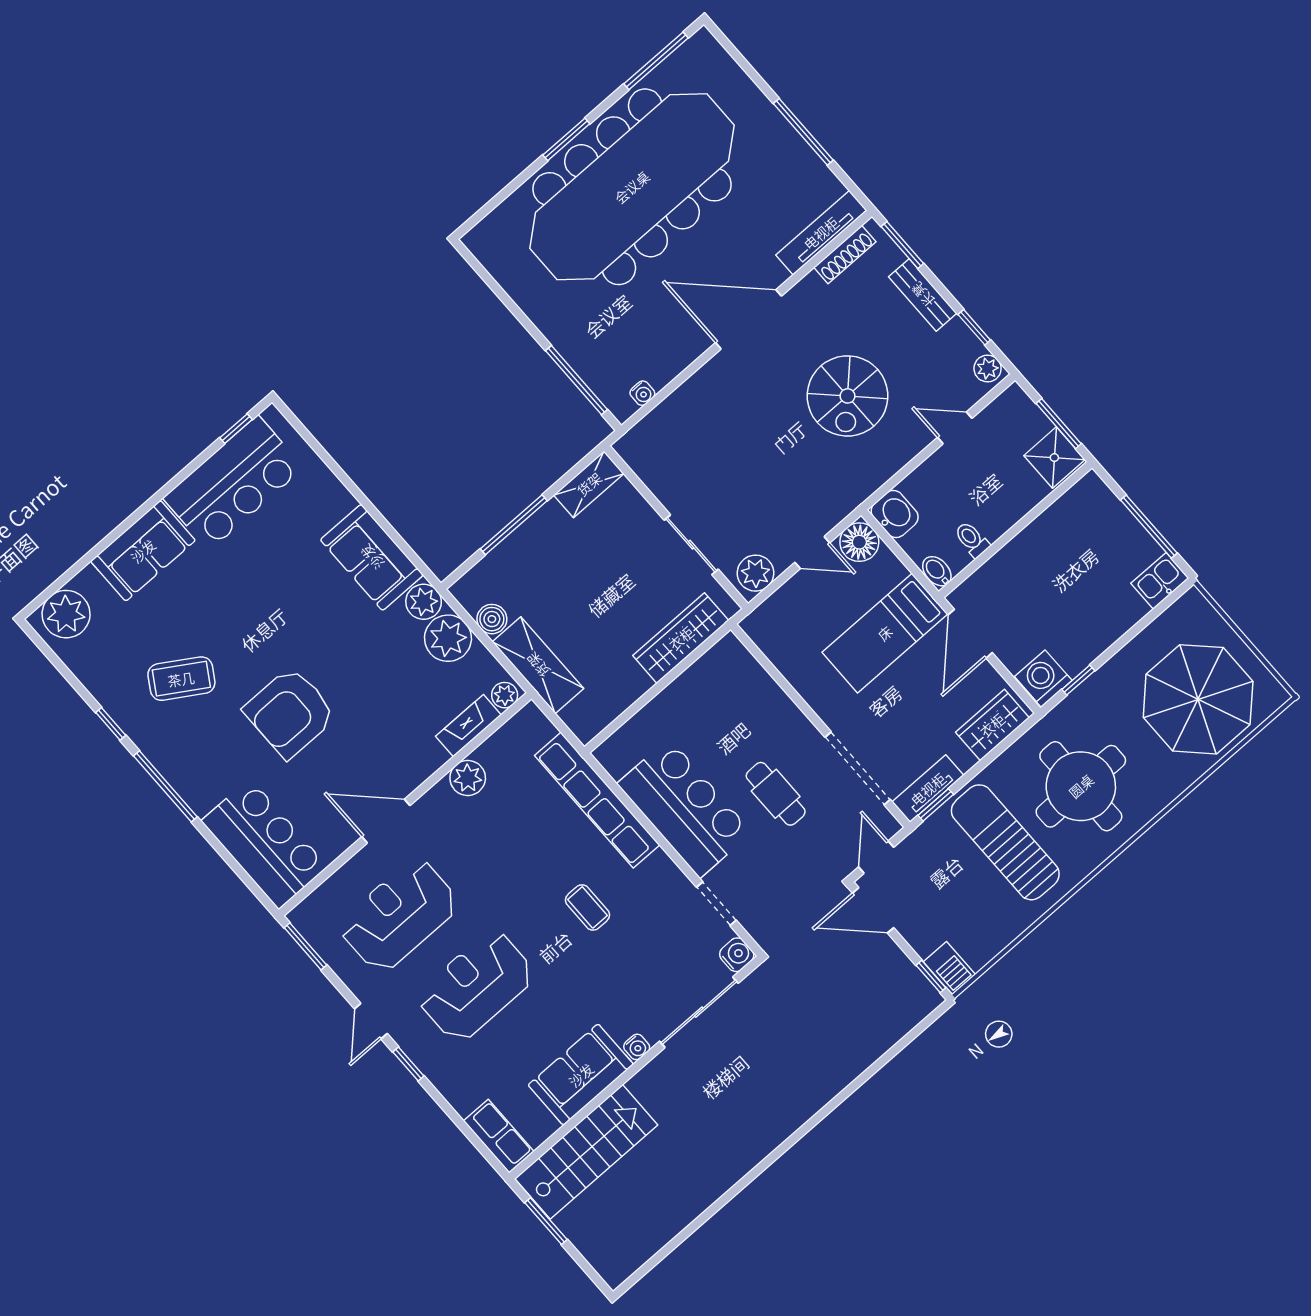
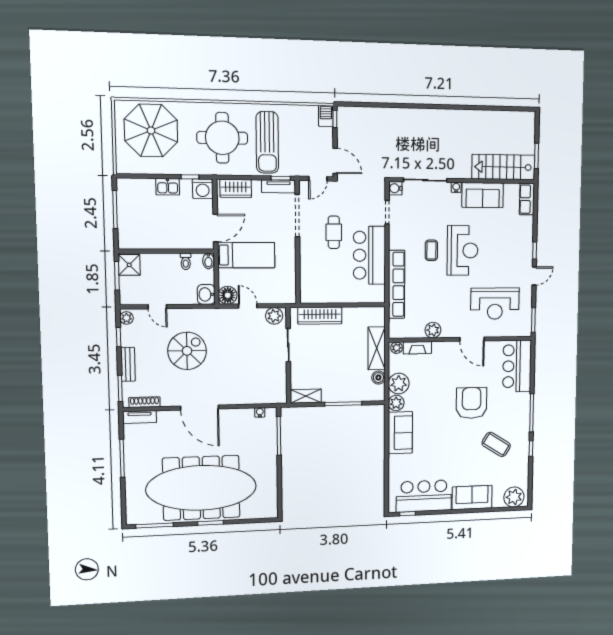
tv unit: (821, 233) -> (140, 417), width x0.71
kitchen sink: (1160, 581) -> (168, 187), moved
armchair: (290, 713) -> (472, 403), turned -90
reception desk: (476, 986) -> (463, 250), moved, turned -90

